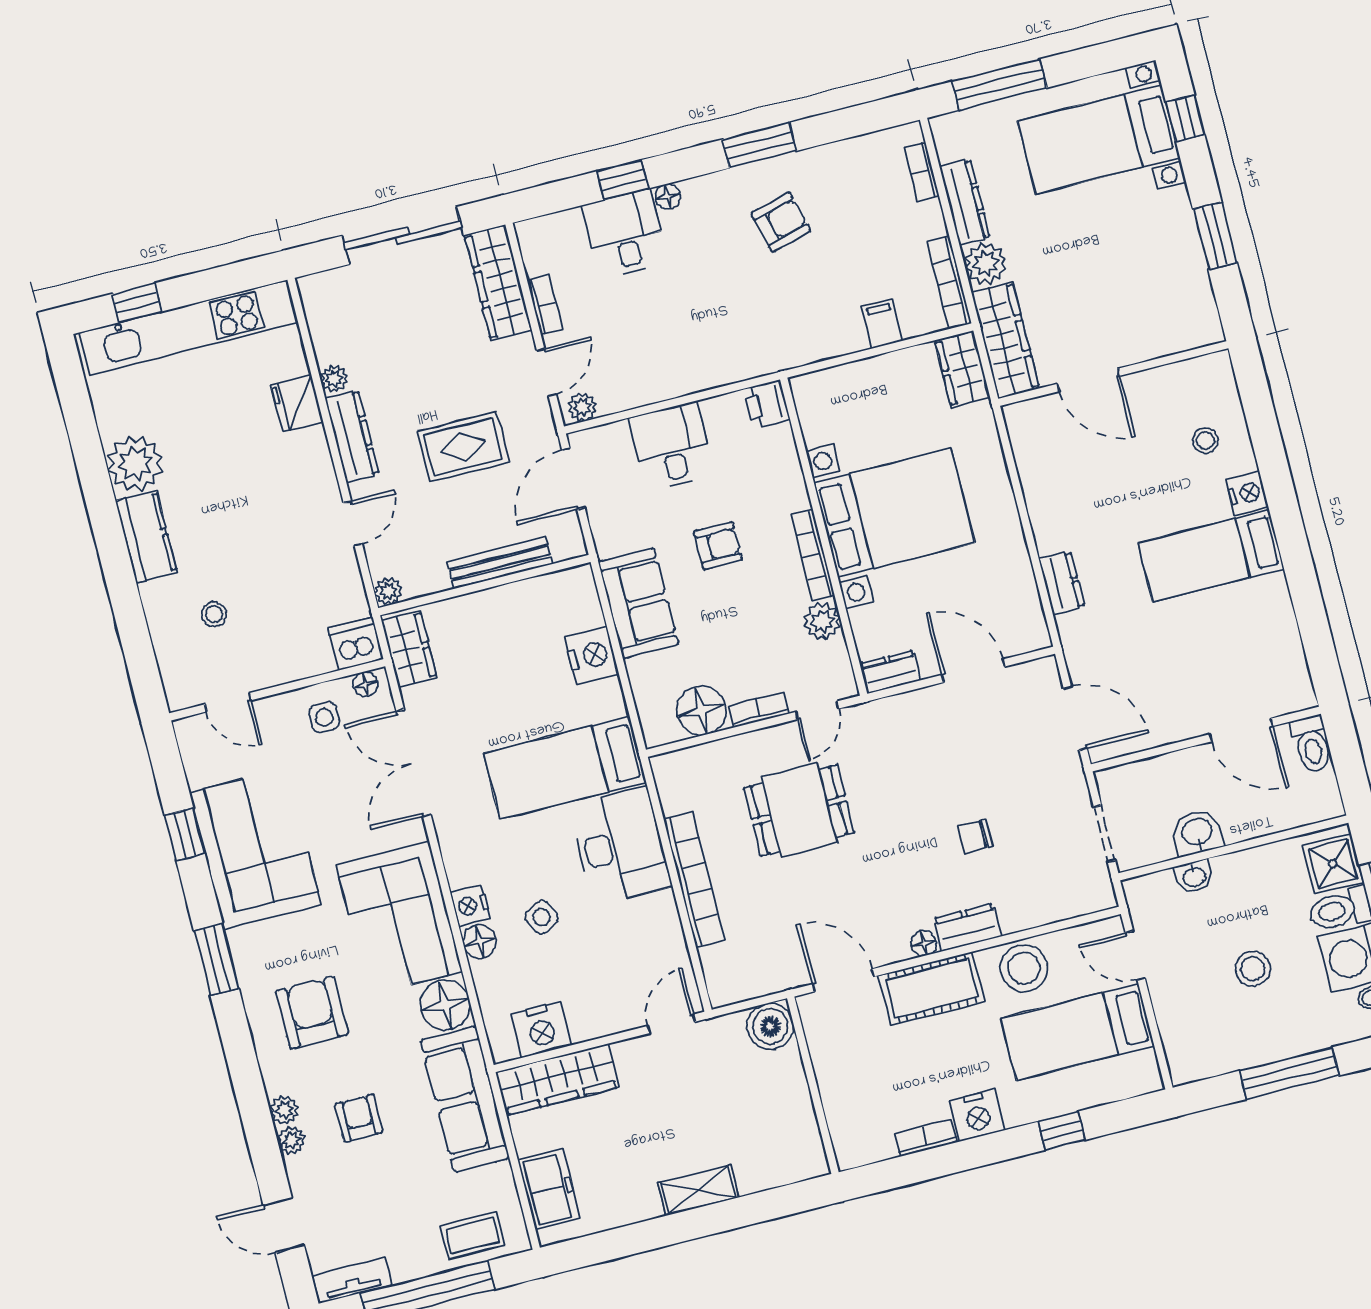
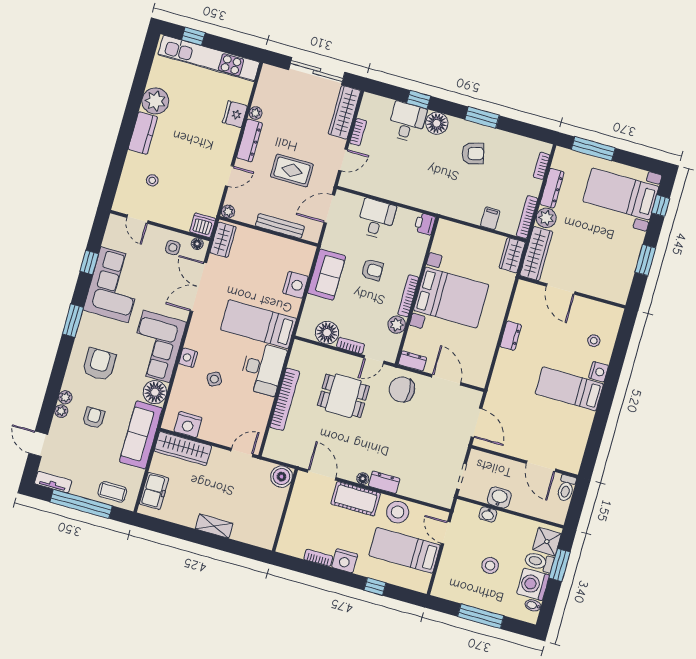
floor lamp: (668, 196) -> (437, 123), width x1.89, depth x1.89
plant: (582, 407) -> (349, 182), removed
dresser: (1062, 583) -> (511, 336), moved
chair: (975, 836) -> (402, 389), moved, width x1.87, depth x1.87
floor lamp: (480, 942) -> (184, 375), removed

